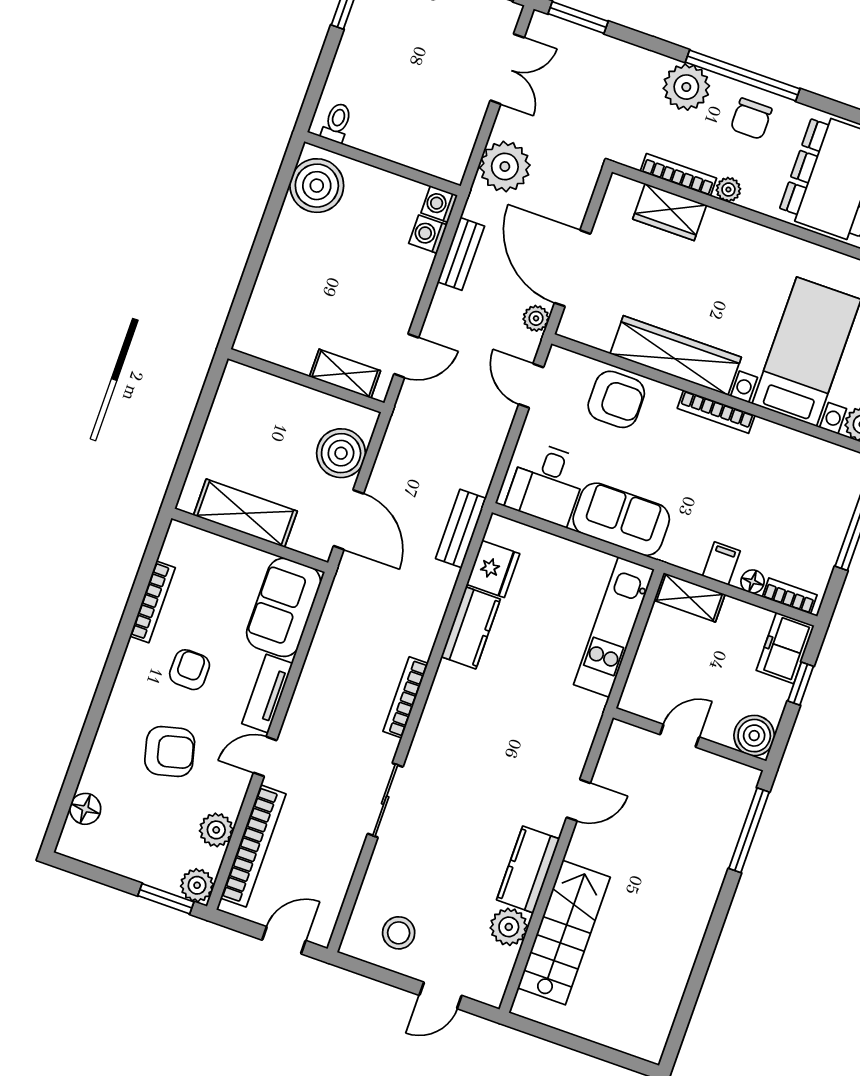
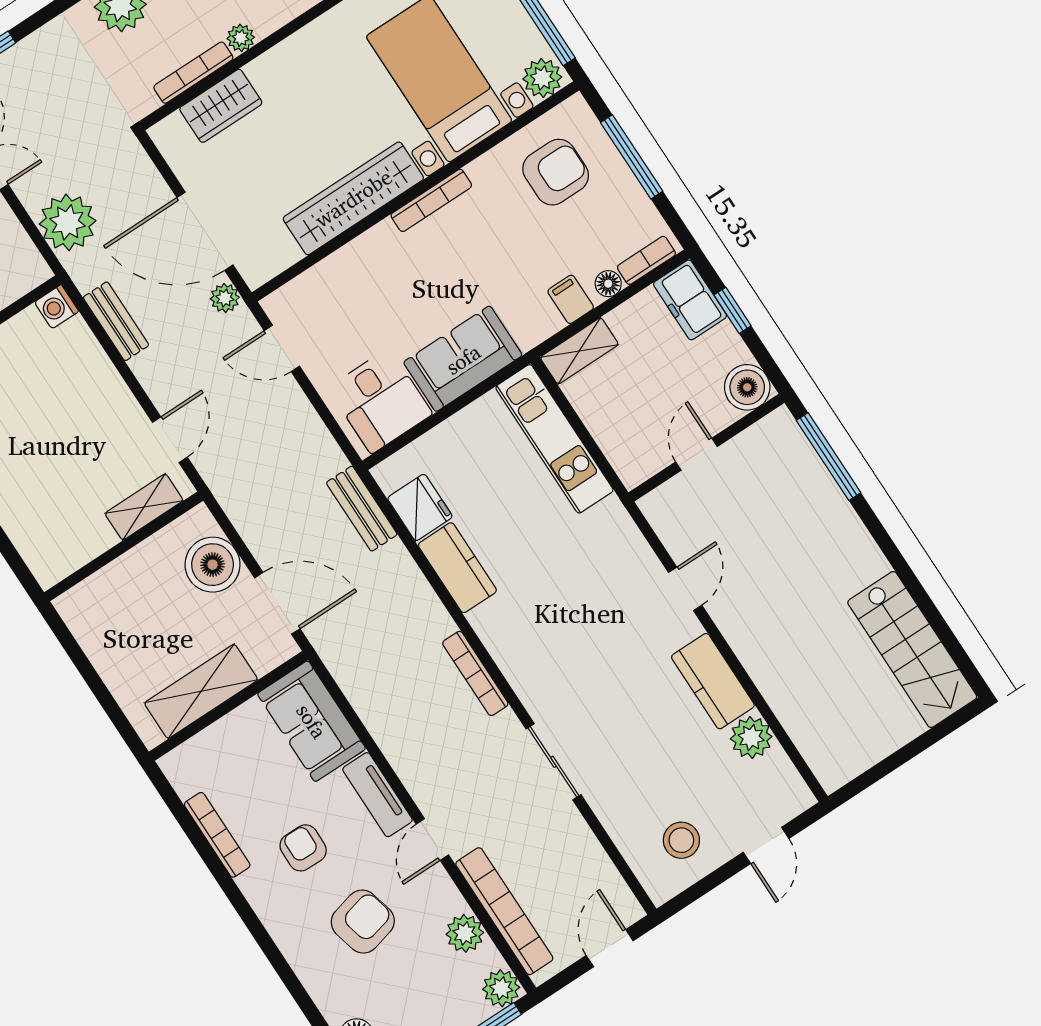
washing machine: (428, 234) -> (76, 337), removed
armchair: (616, 399) -> (556, 172), moved
stairs: (564, 933) -> (912, 650), moved, turned 180

